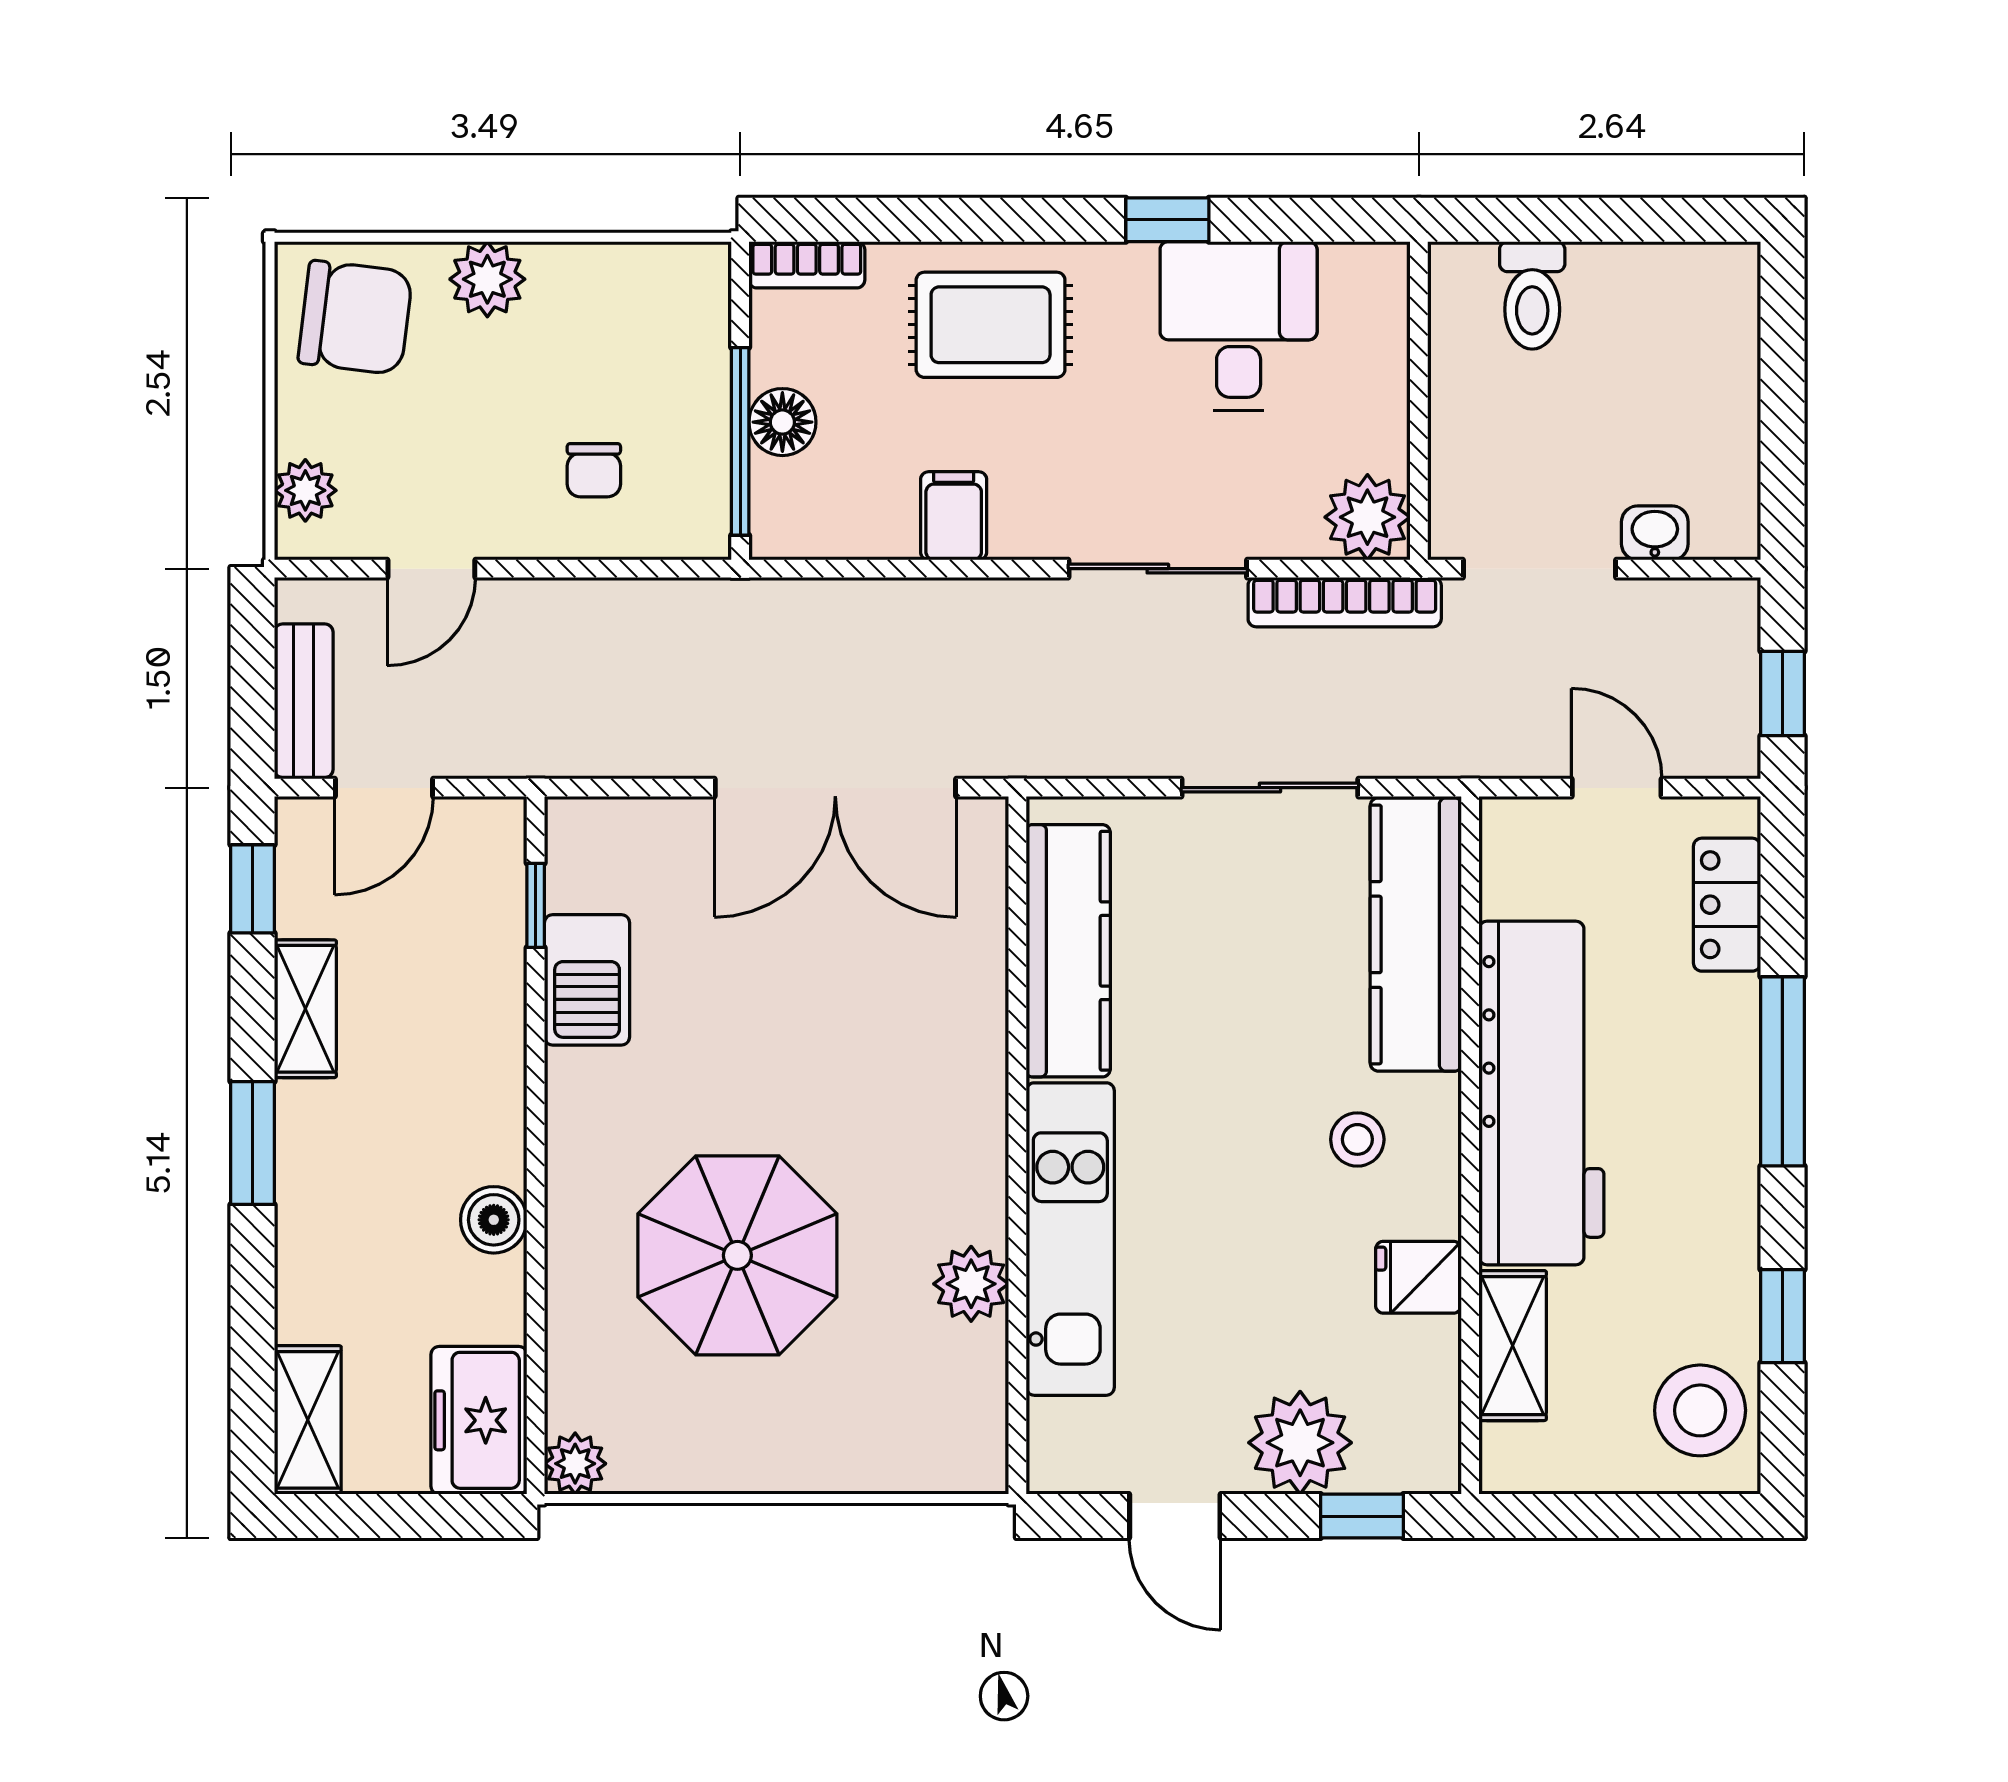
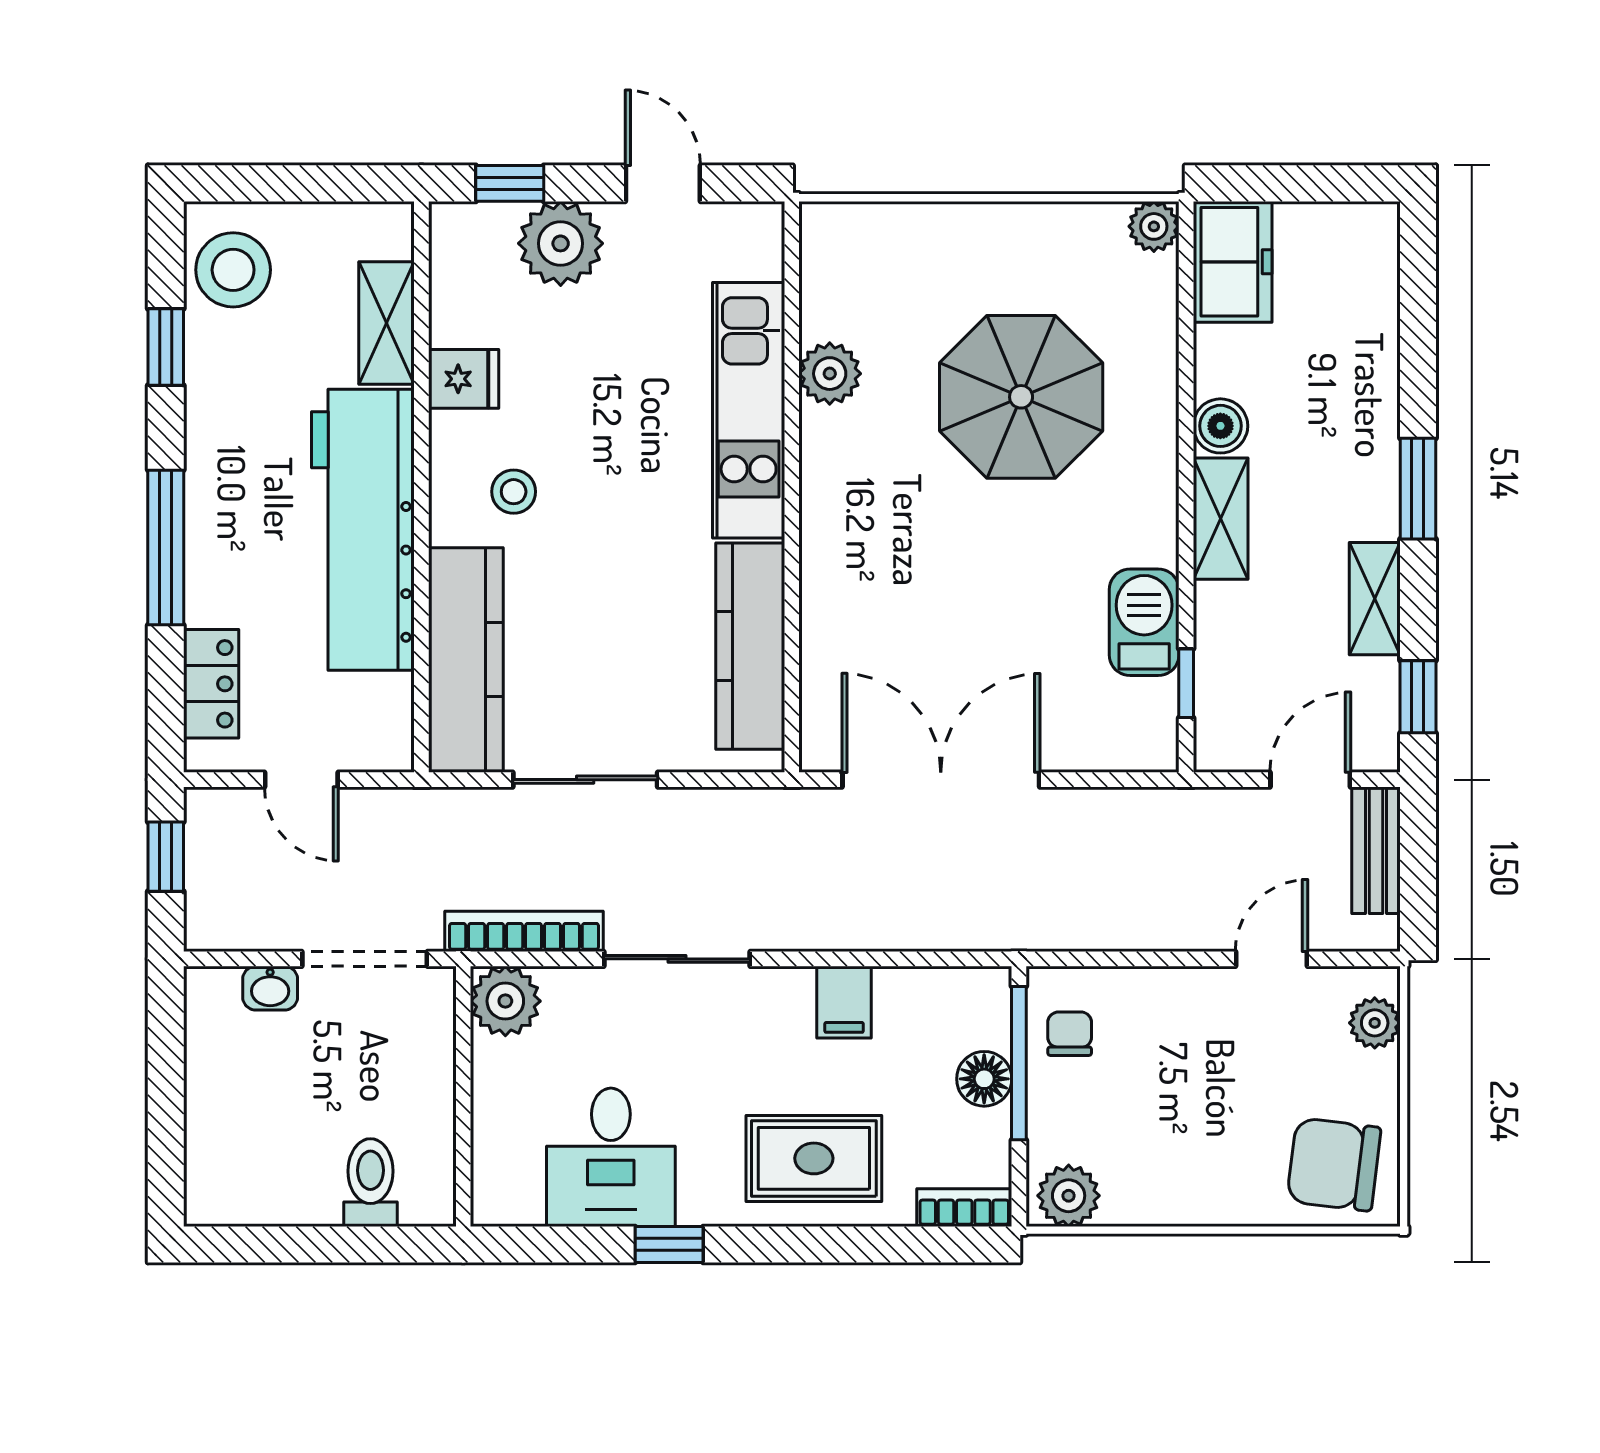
plant: (487, 279) -> (1069, 1196), moved
chair: (594, 470) -> (1070, 1034), moved
shelving: (308, 1420) -> (1221, 519), moved

